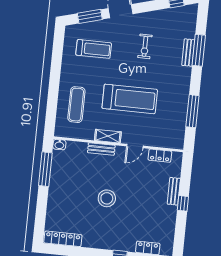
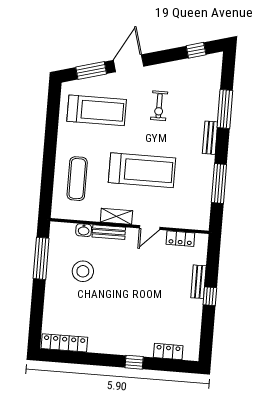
treadmill: (94, 49) -> (97, 110), width x1.37, depth x1.38
bench: (188, 53) -> (210, 138), moved
washbasin: (59, 145) -> (84, 230), moved
stool: (107, 198) -> (83, 271), moved

